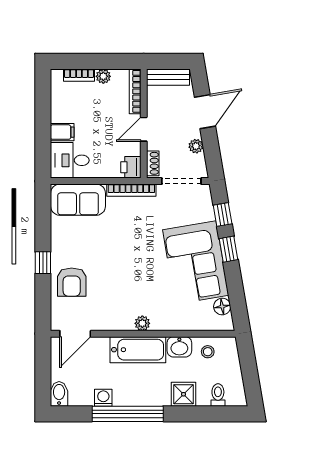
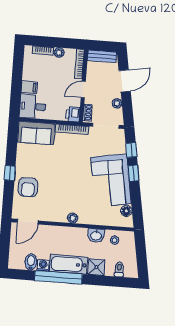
bathtub: (138, 350) -> (68, 264), moved, turned 180
bidet: (59, 394) -> (31, 262), moved

